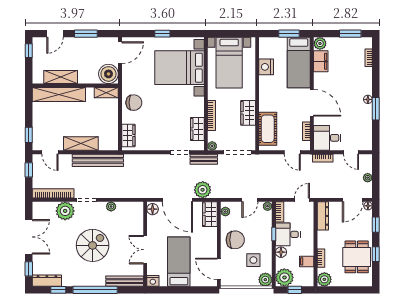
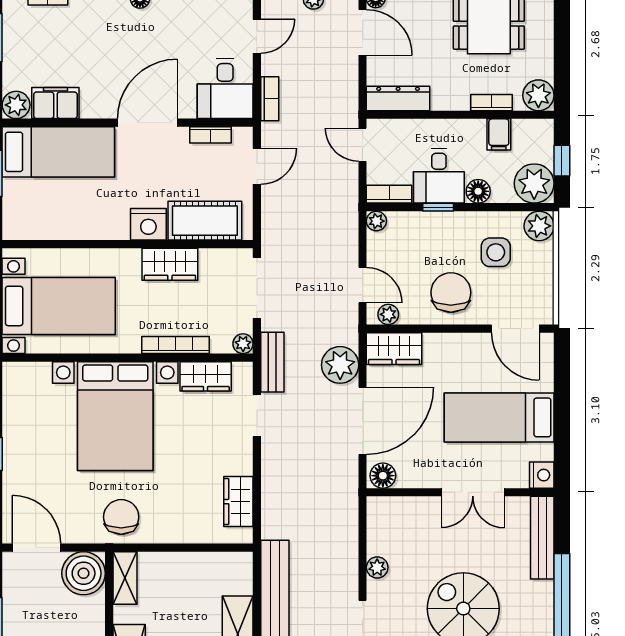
nightstand: (266, 67) -> (148, 224), moved
bed with nightstands: (179, 68) -> (115, 416), moved
chair: (134, 103) -> (121, 517), moved
wardrobe: (128, 135) -> (238, 502), moved, turned -90
door: (250, 200) -> (363, 285), moved
door: (219, 269) -> (515, 329), hinge flipped

